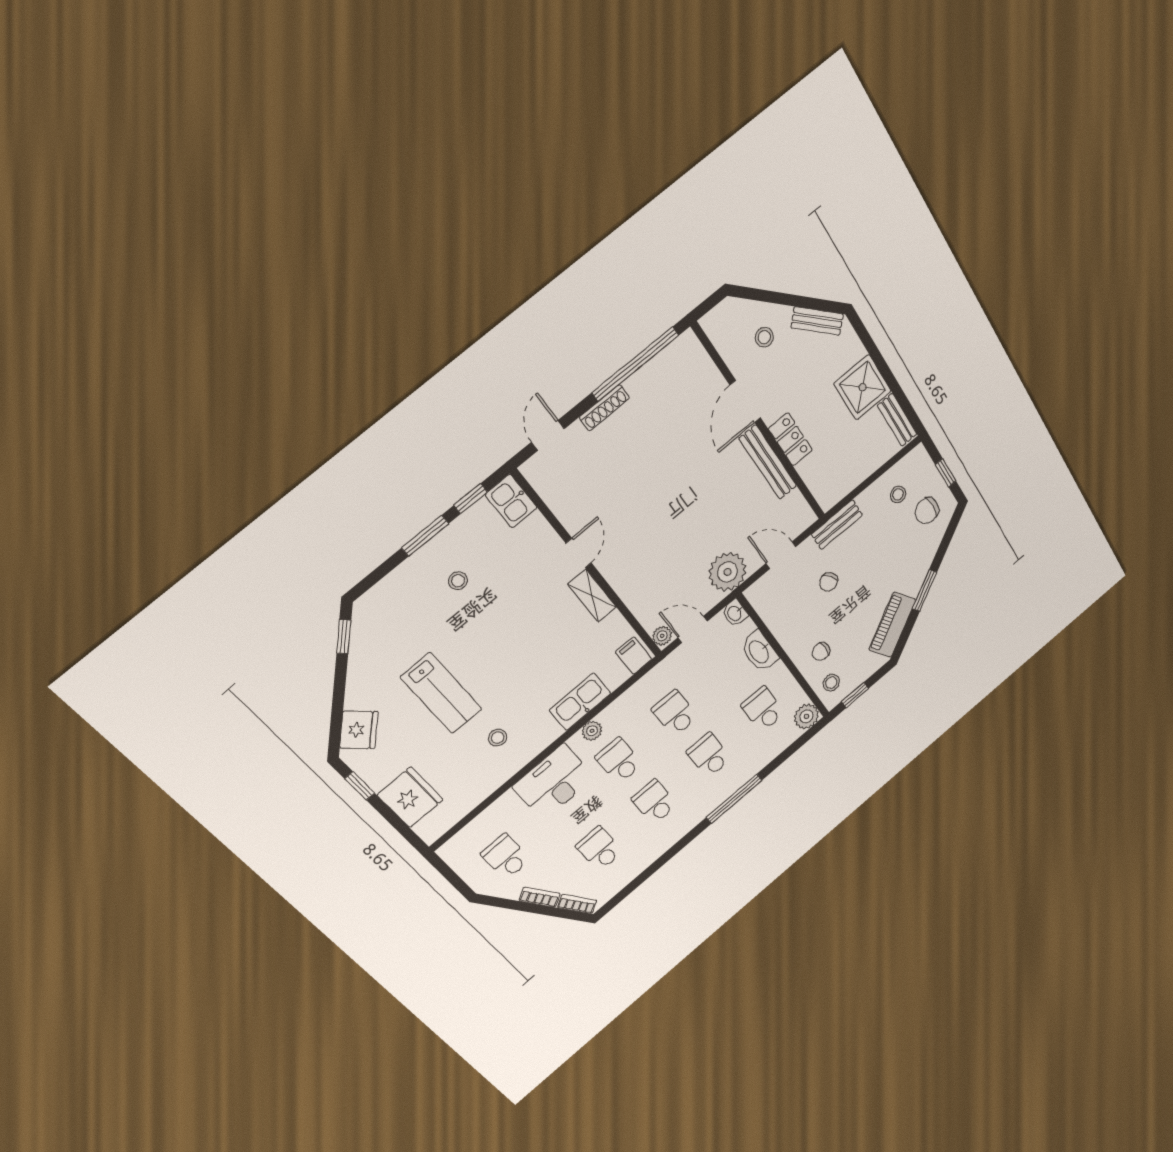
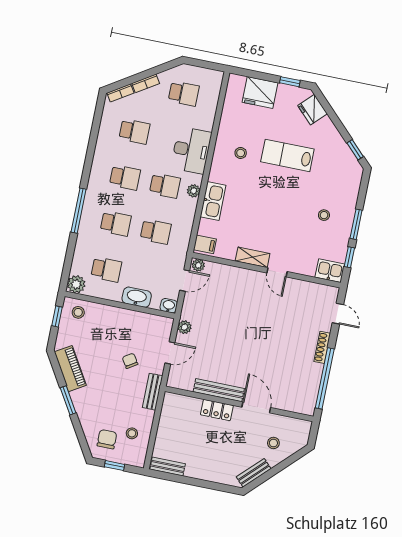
shower: (863, 387) -> (201, 465), removed
plant: (727, 572) -> (185, 327), width x0.53, depth x0.53
chair: (821, 651) -> (100, 324), removed

